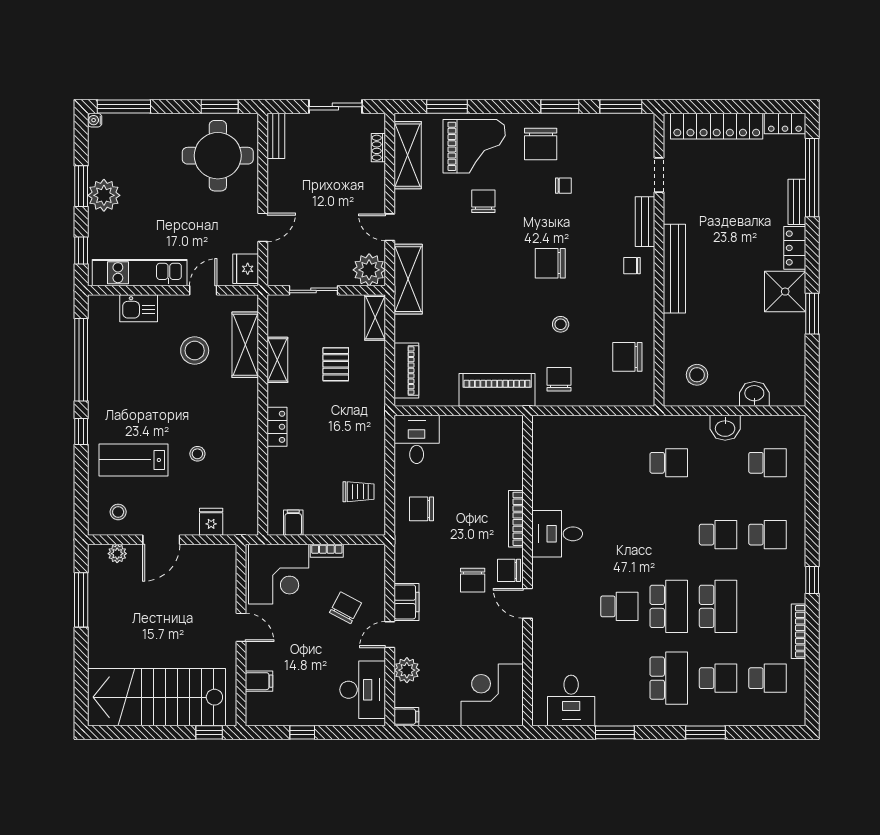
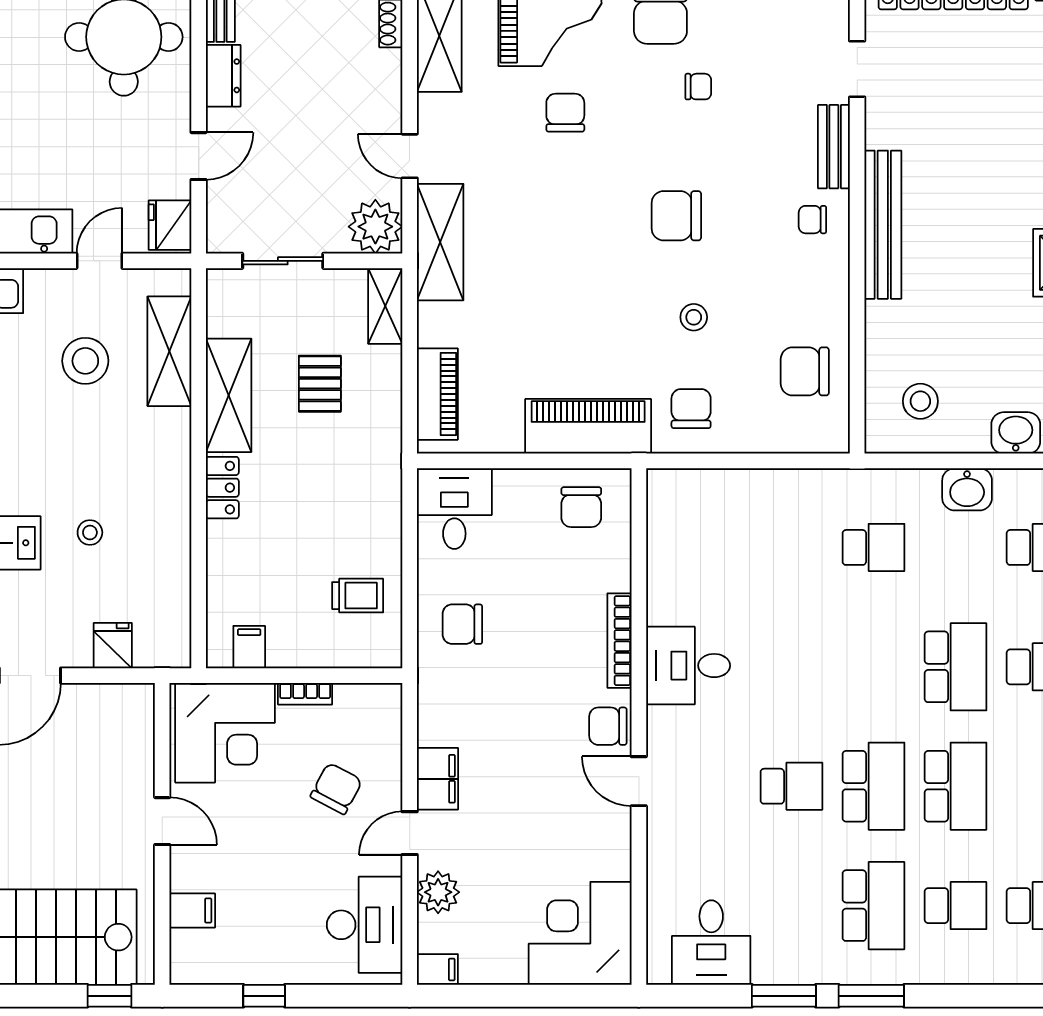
dresser: (278, 179) -> (223, 76), added
shelving: (277, 360) -> (229, 395), width x1.50, depth x1.33
school desk: (718, 535) -> (956, 667), width x1.85
chair: (473, 580) -> (581, 507), moved
window: (705, 732) -> (871, 996), moved

